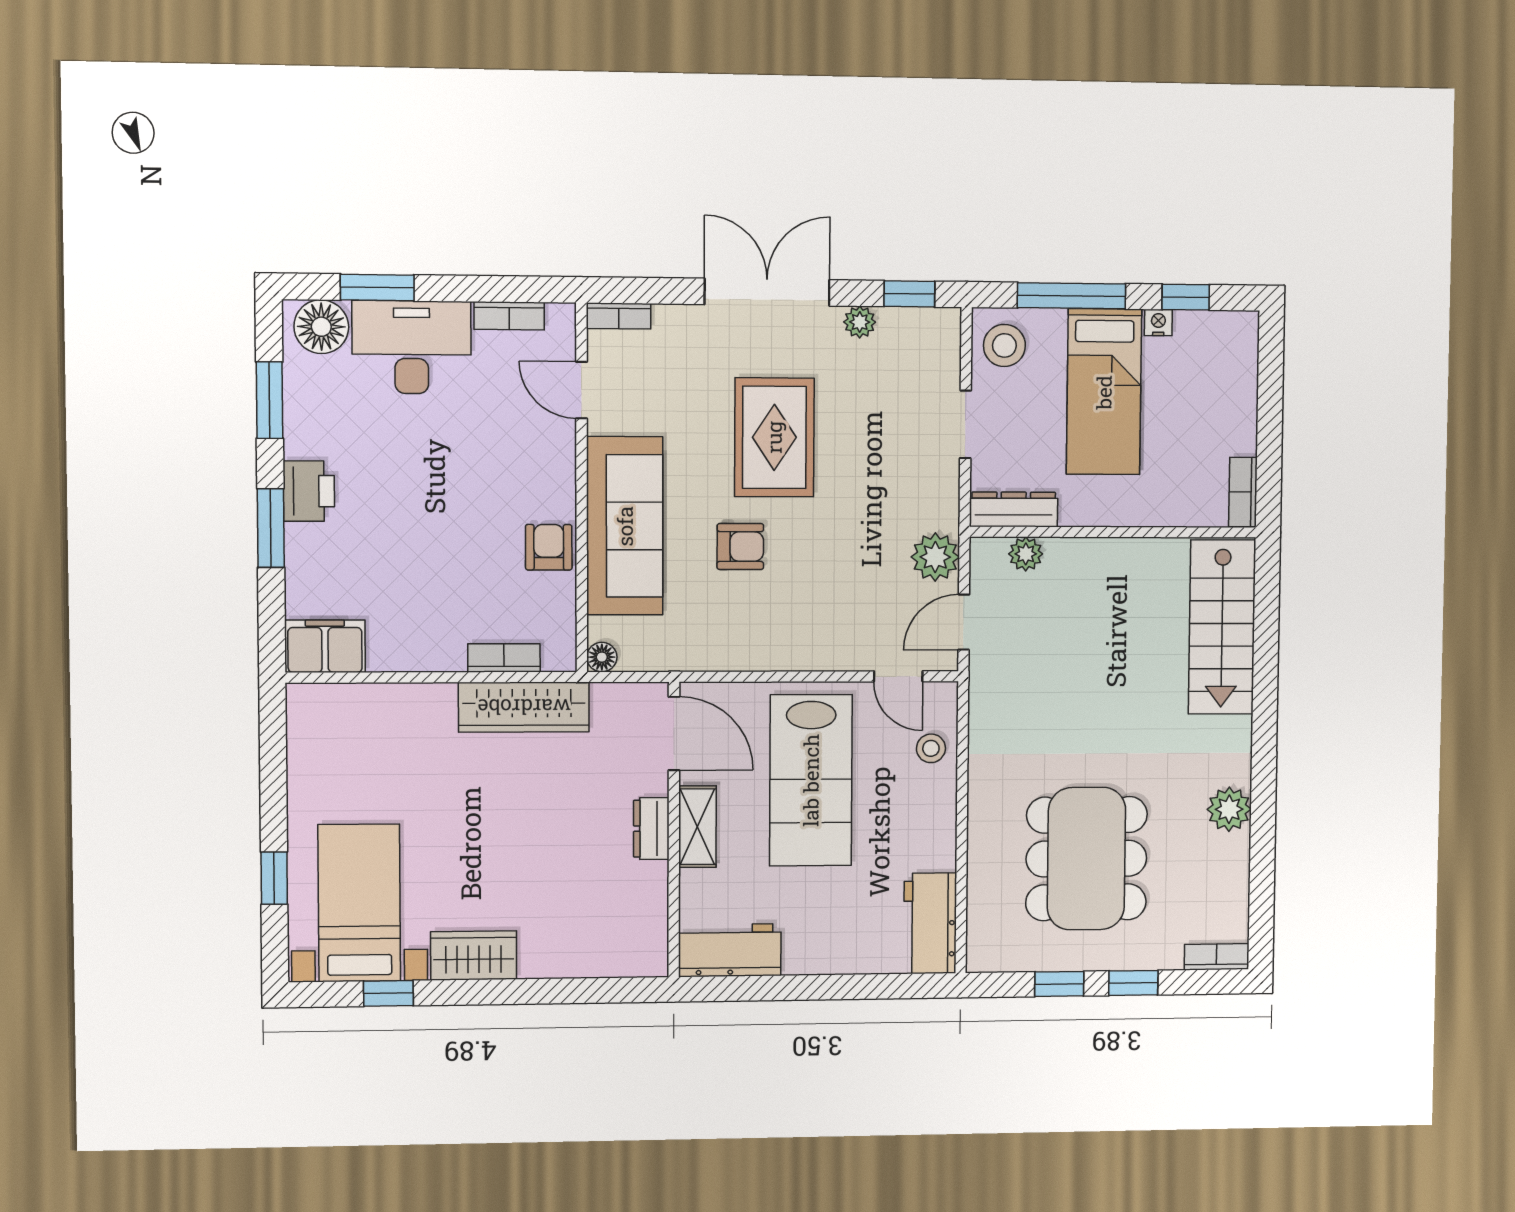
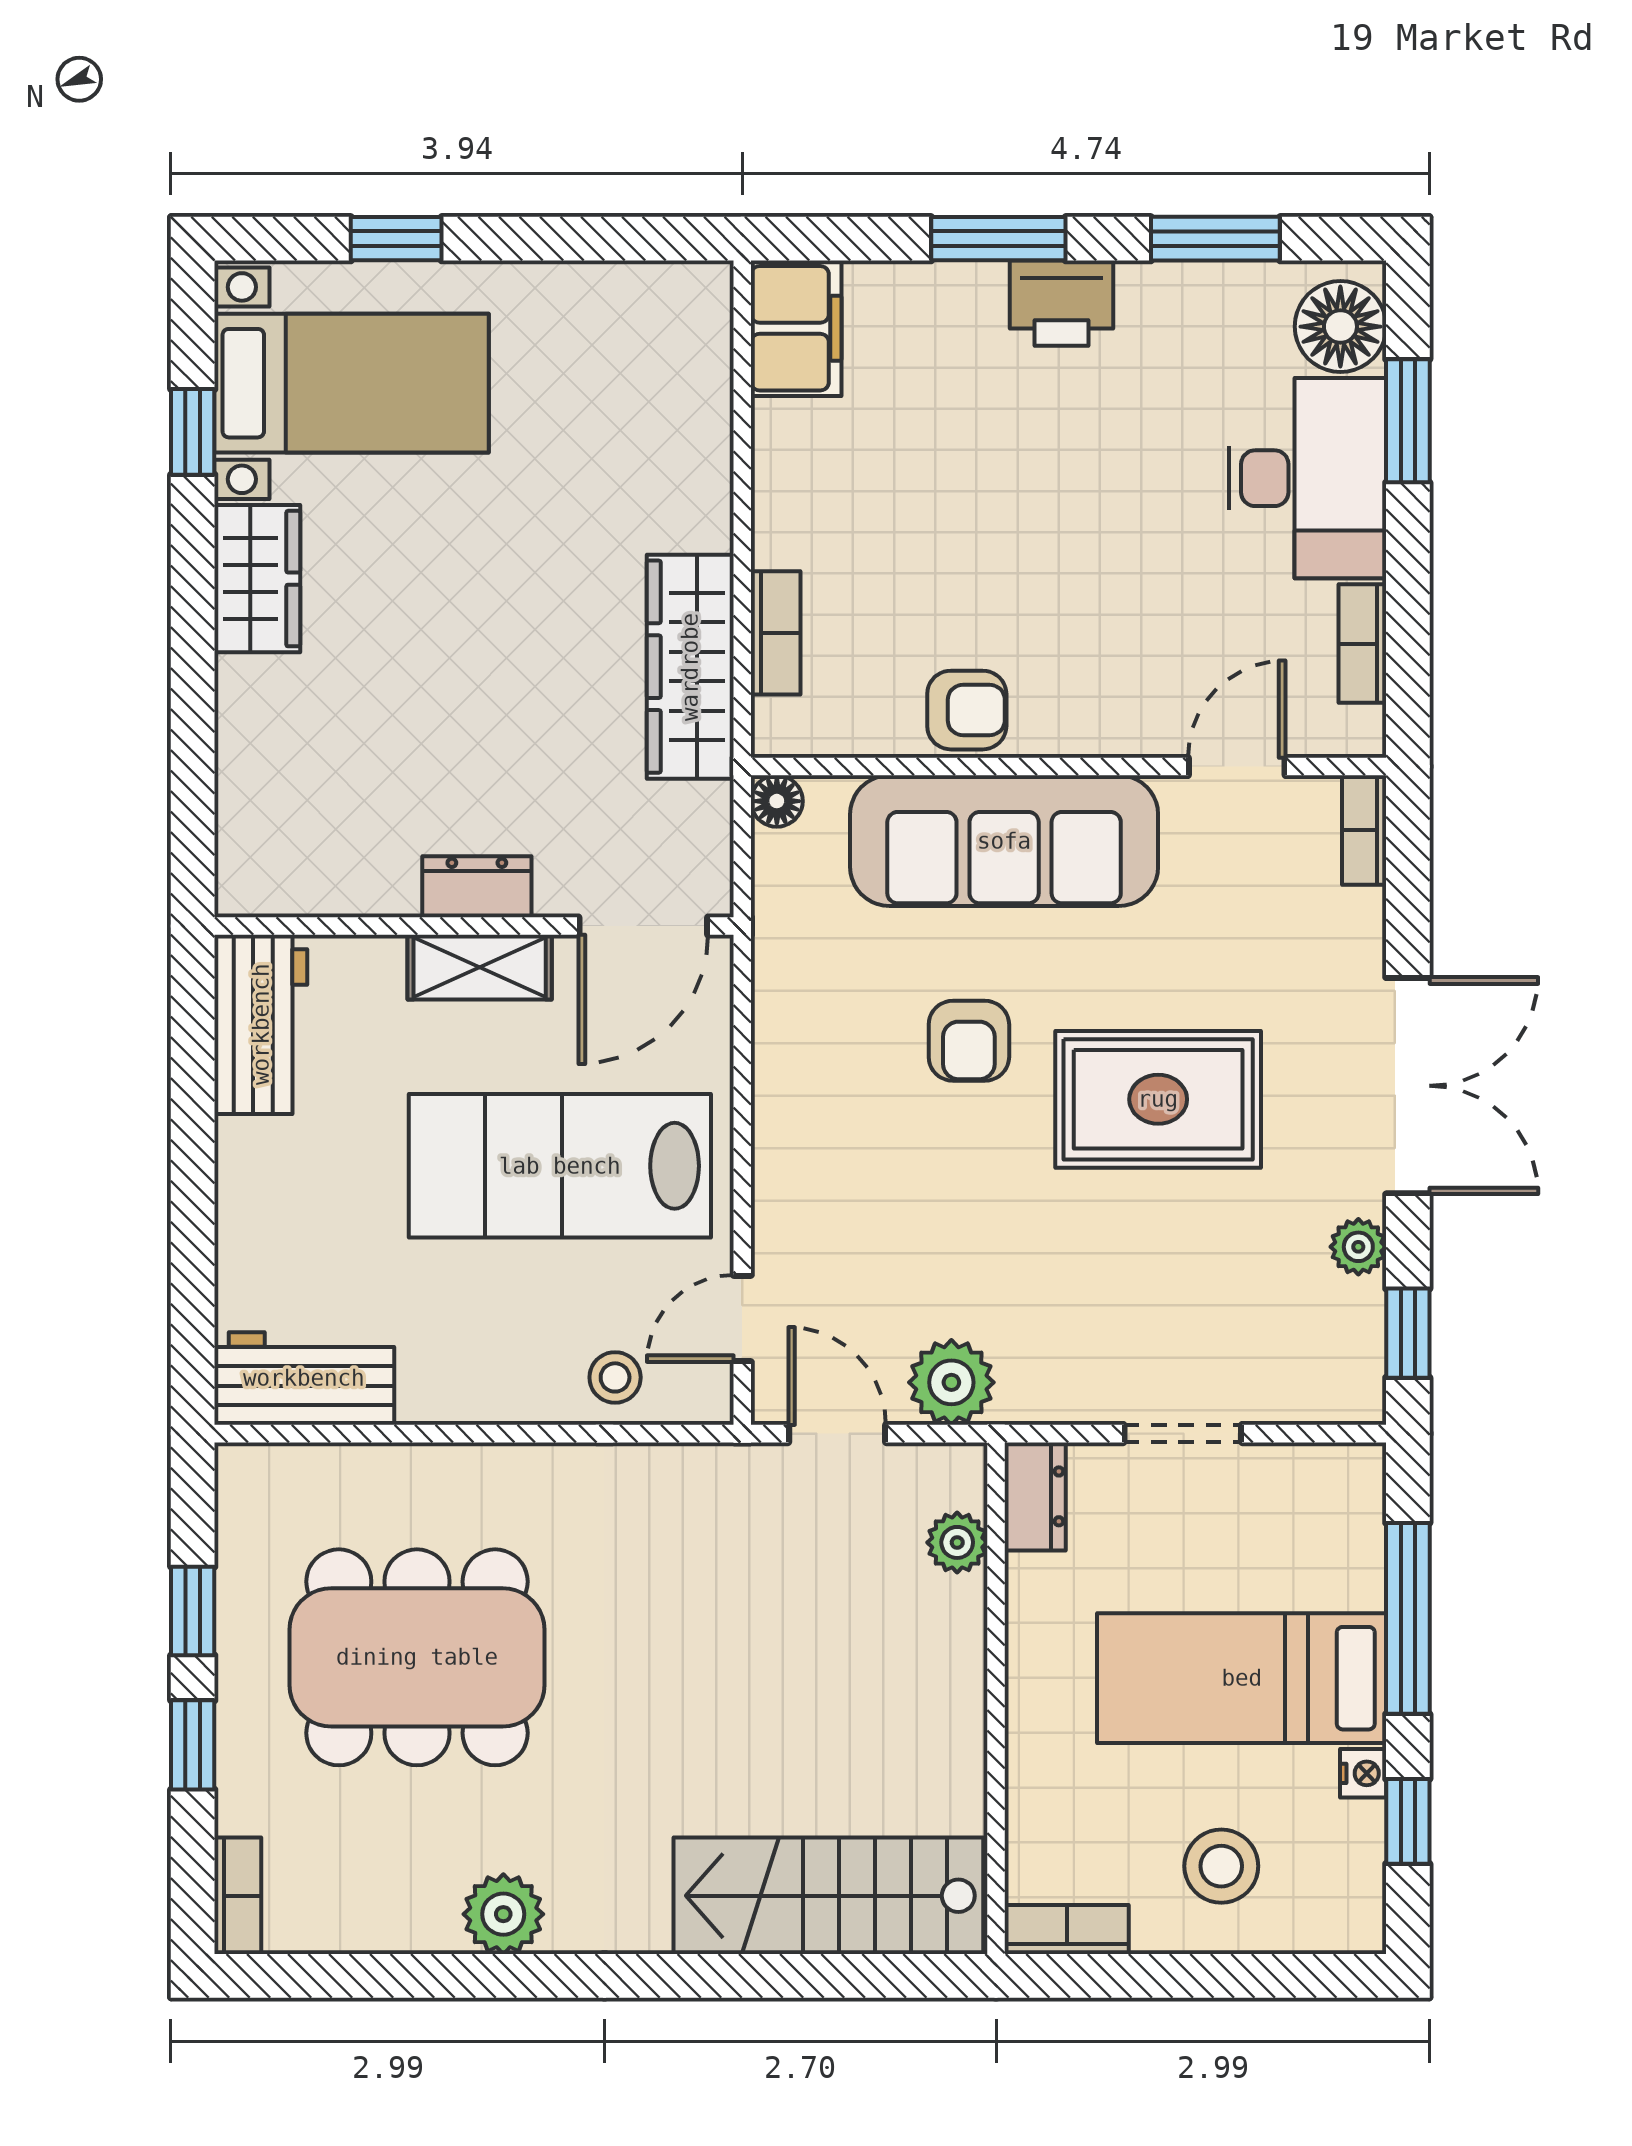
stool: (1004, 345) -> (1221, 1866), moved
dresser: (1014, 509) -> (1035, 1496), width x0.70

